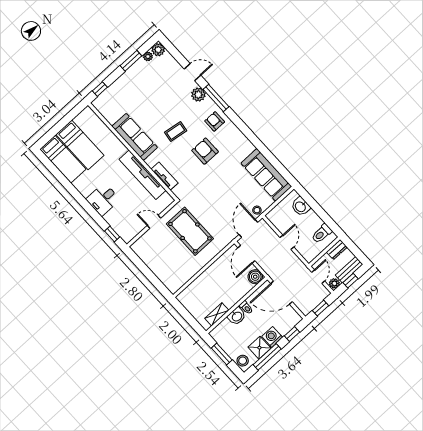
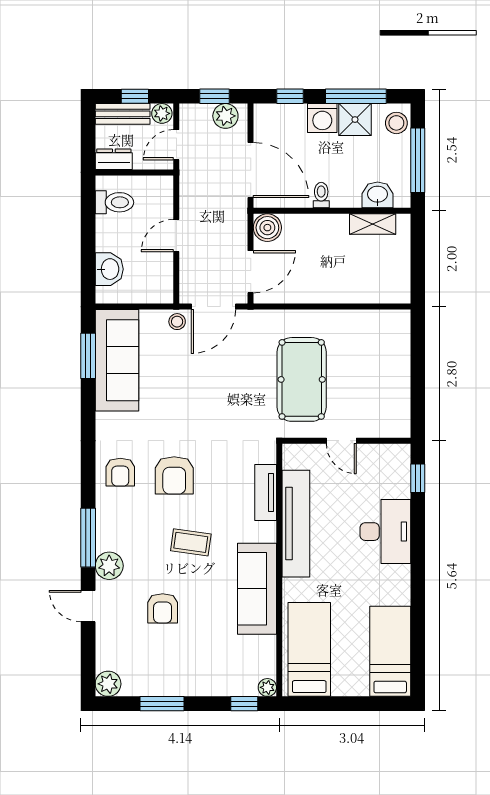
plant: (148, 56) -> (267, 687), moved
armchair: (164, 97) -> (163, 608), added
armchair: (215, 121) -> (120, 472), moved
bed: (80, 145) -> (309, 649), moved
window: (279, 167) -> (88, 356), added
desk: (103, 199) -> (385, 532), width x1.37
plant: (310, 304) -> (225, 116), added
washbasin: (237, 316) -> (378, 195), moved
window: (222, 354) -> (418, 160), width x1.44

